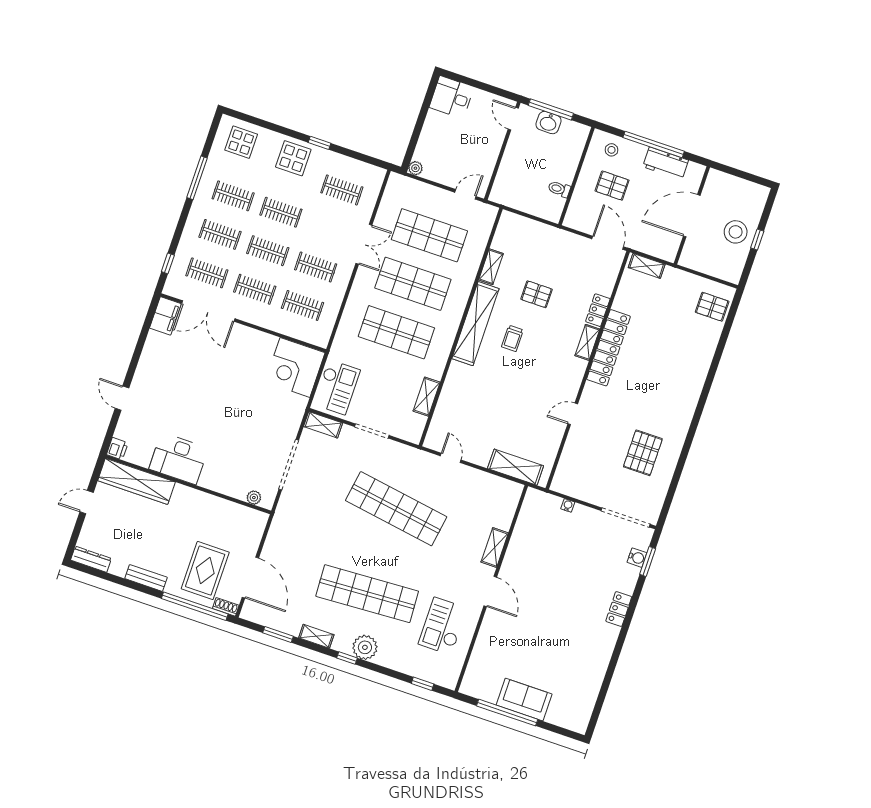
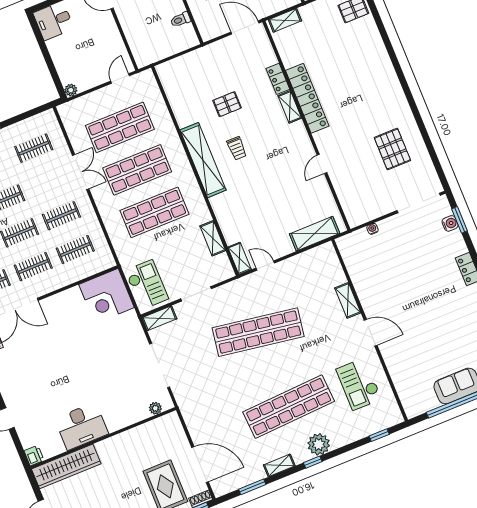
shelving: (491, 267) -> (240, 258), moved

